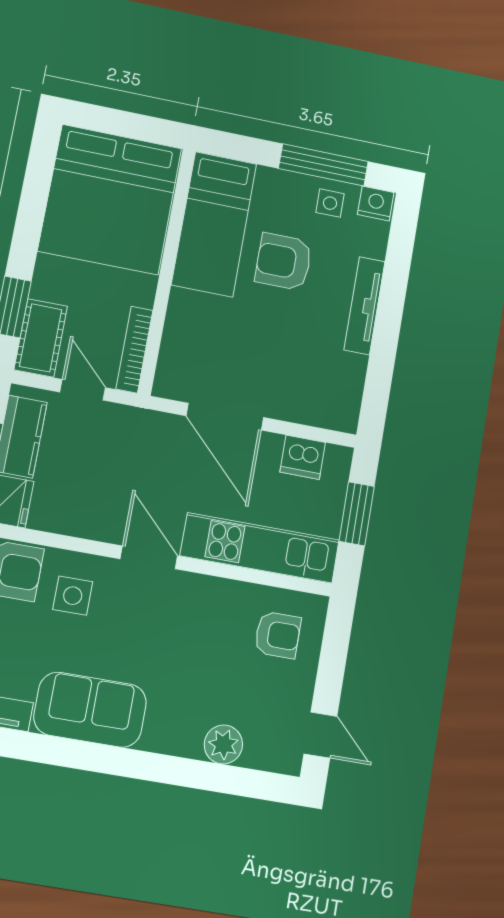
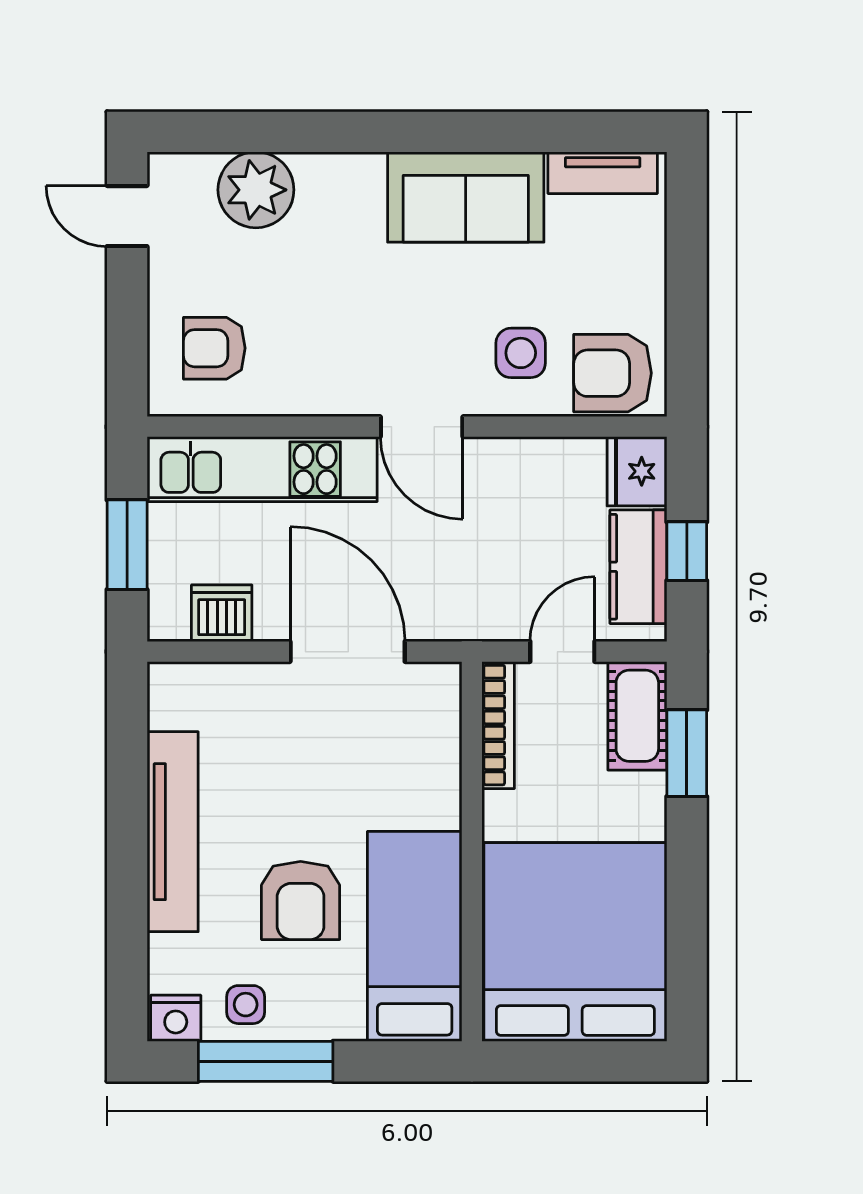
armchair: (284, 262) -> (301, 901), turned 90
tv unit: (364, 306) -> (173, 832), width x1.36, depth x1.29
door: (83, 390) -> (562, 652), swing flipped
plant: (223, 744) -> (256, 190), width x1.36, depth x1.36

